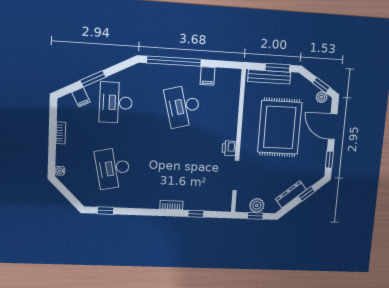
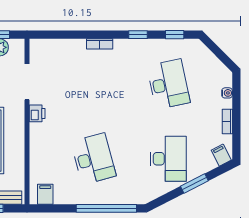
filing cabinet: (208, 76) -> (45, 194), moved
filing cabinet: (81, 97) -> (221, 155), moved
water cooler: (60, 171) -> (227, 93), moved
window: (196, 214) -> (138, 35), moved

